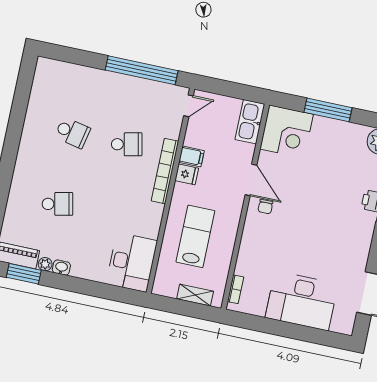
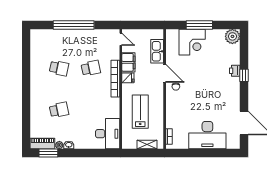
window: (142, 70) -> (74, 25), moved
door: (188, 106) -> (121, 39), hinge flipped
kitchen sink: (250, 122) -> (157, 51), moved
corner desk: (287, 132) -> (192, 42), moved
filing cabinet: (191, 156) -> (128, 62), width x2.00

